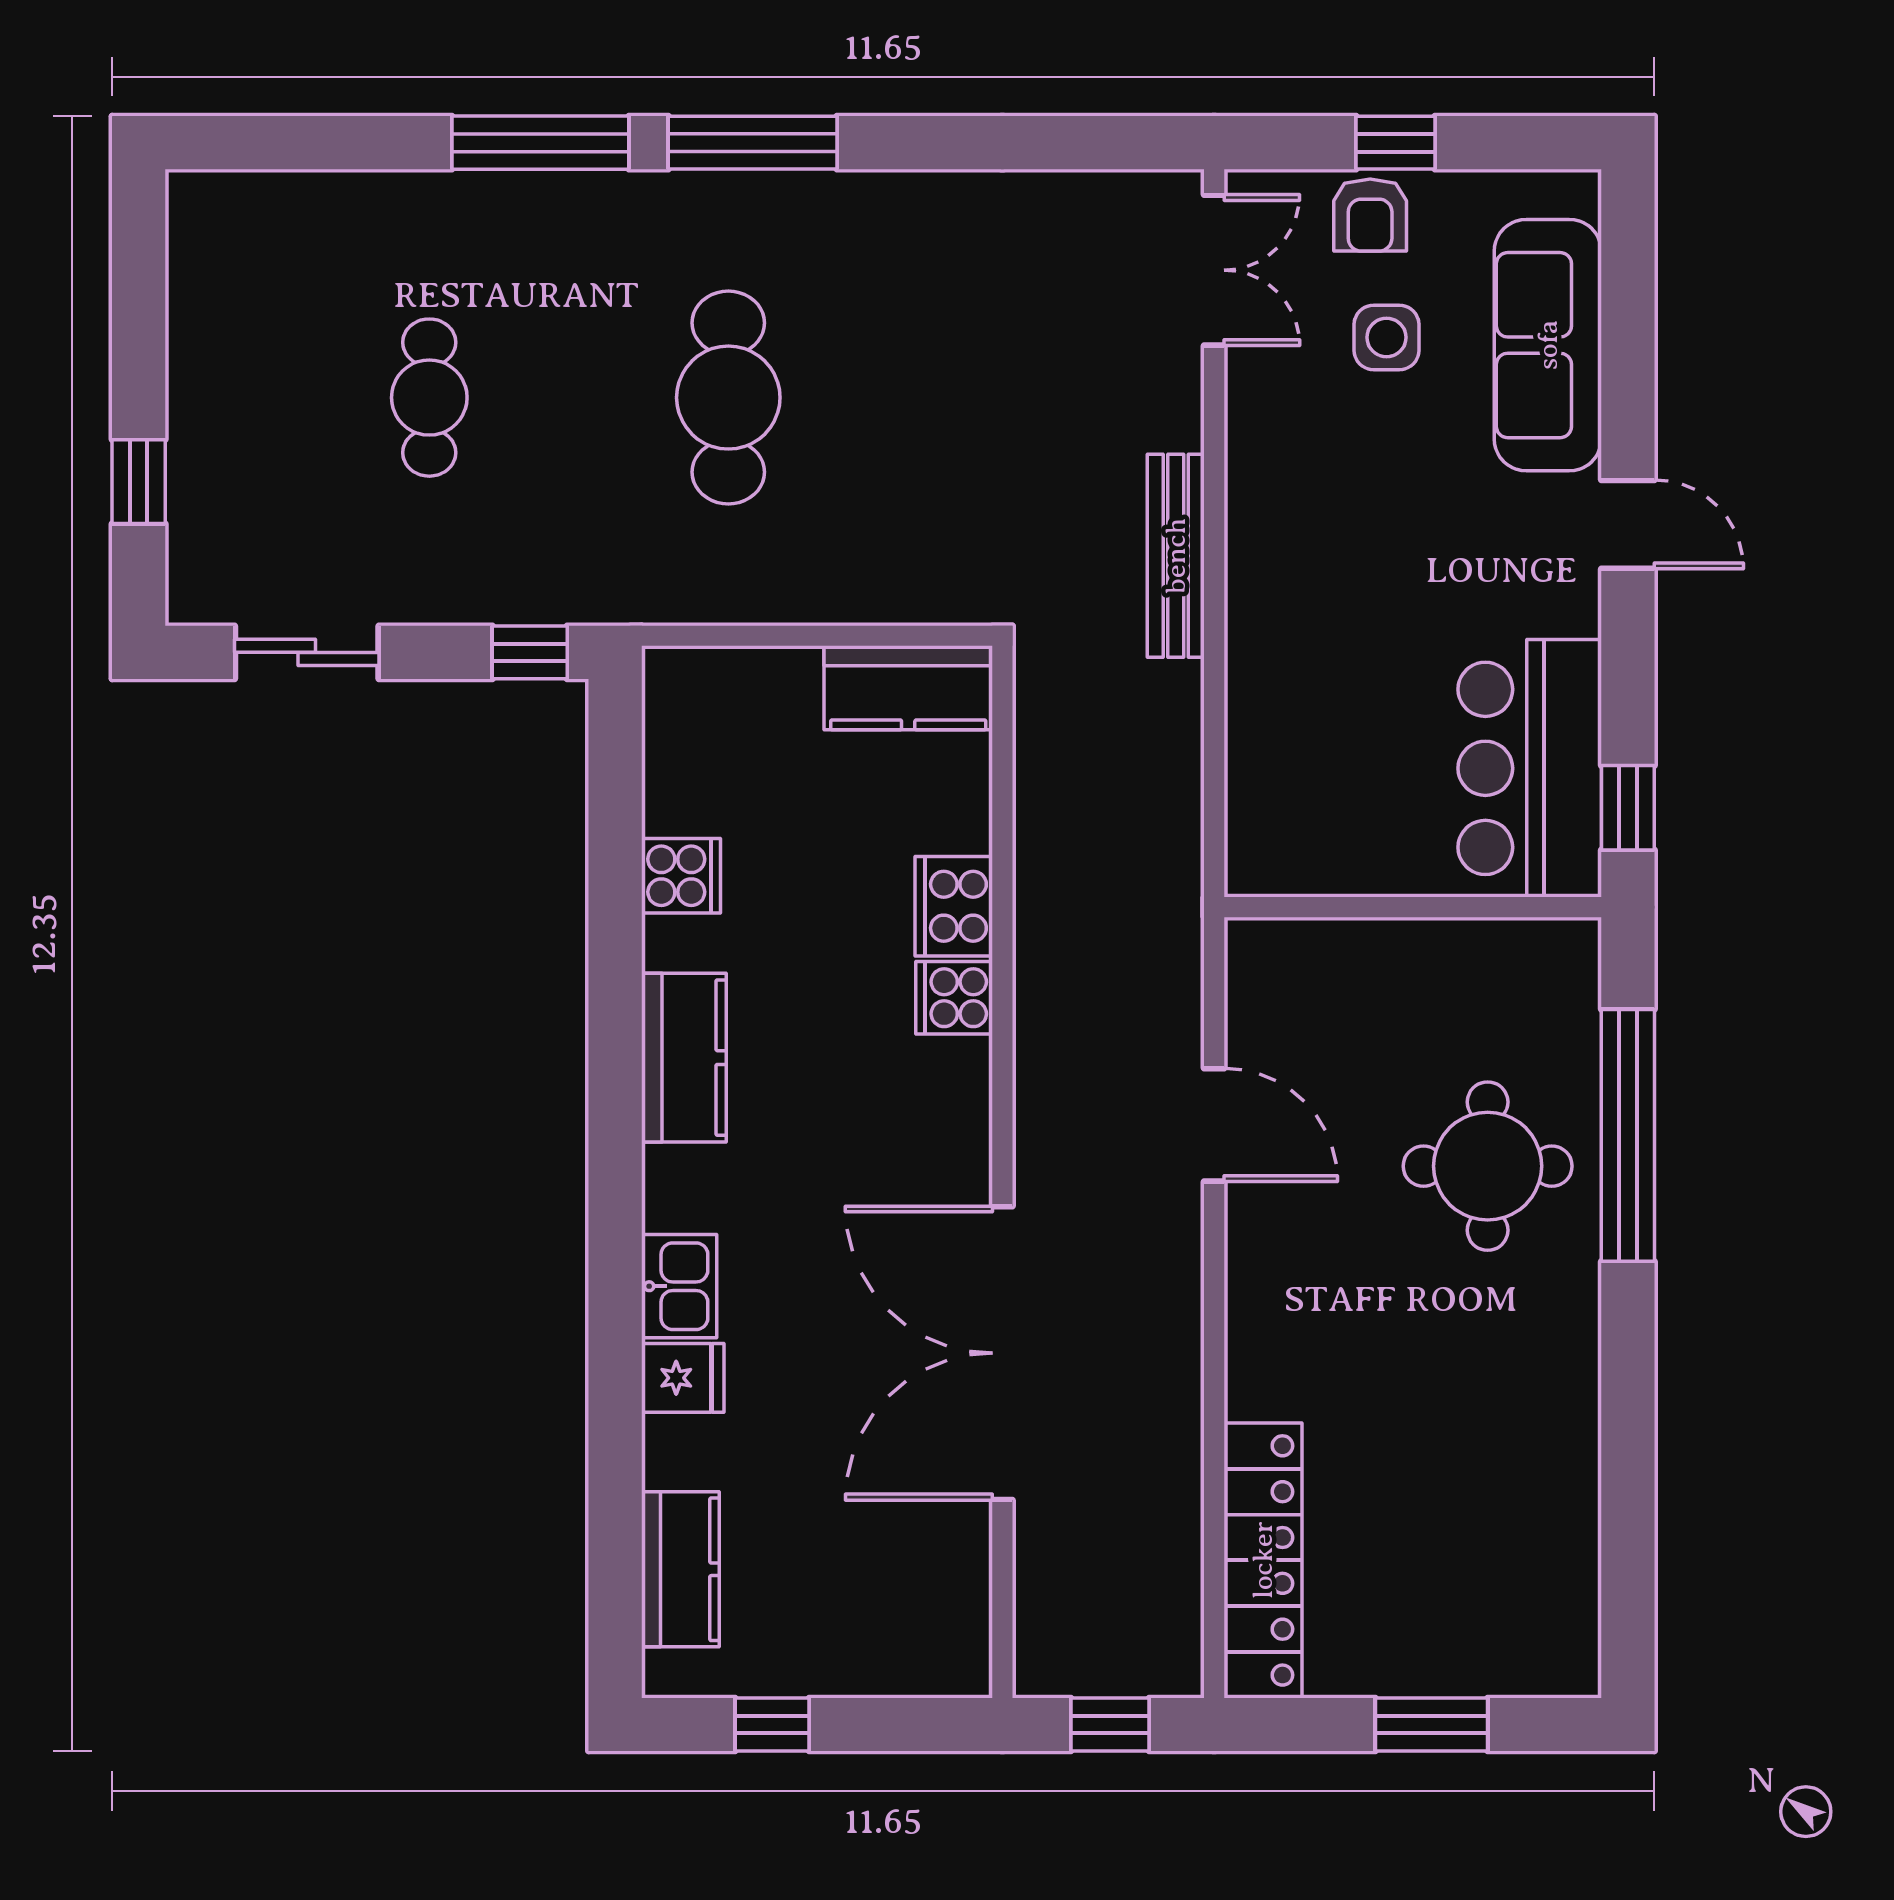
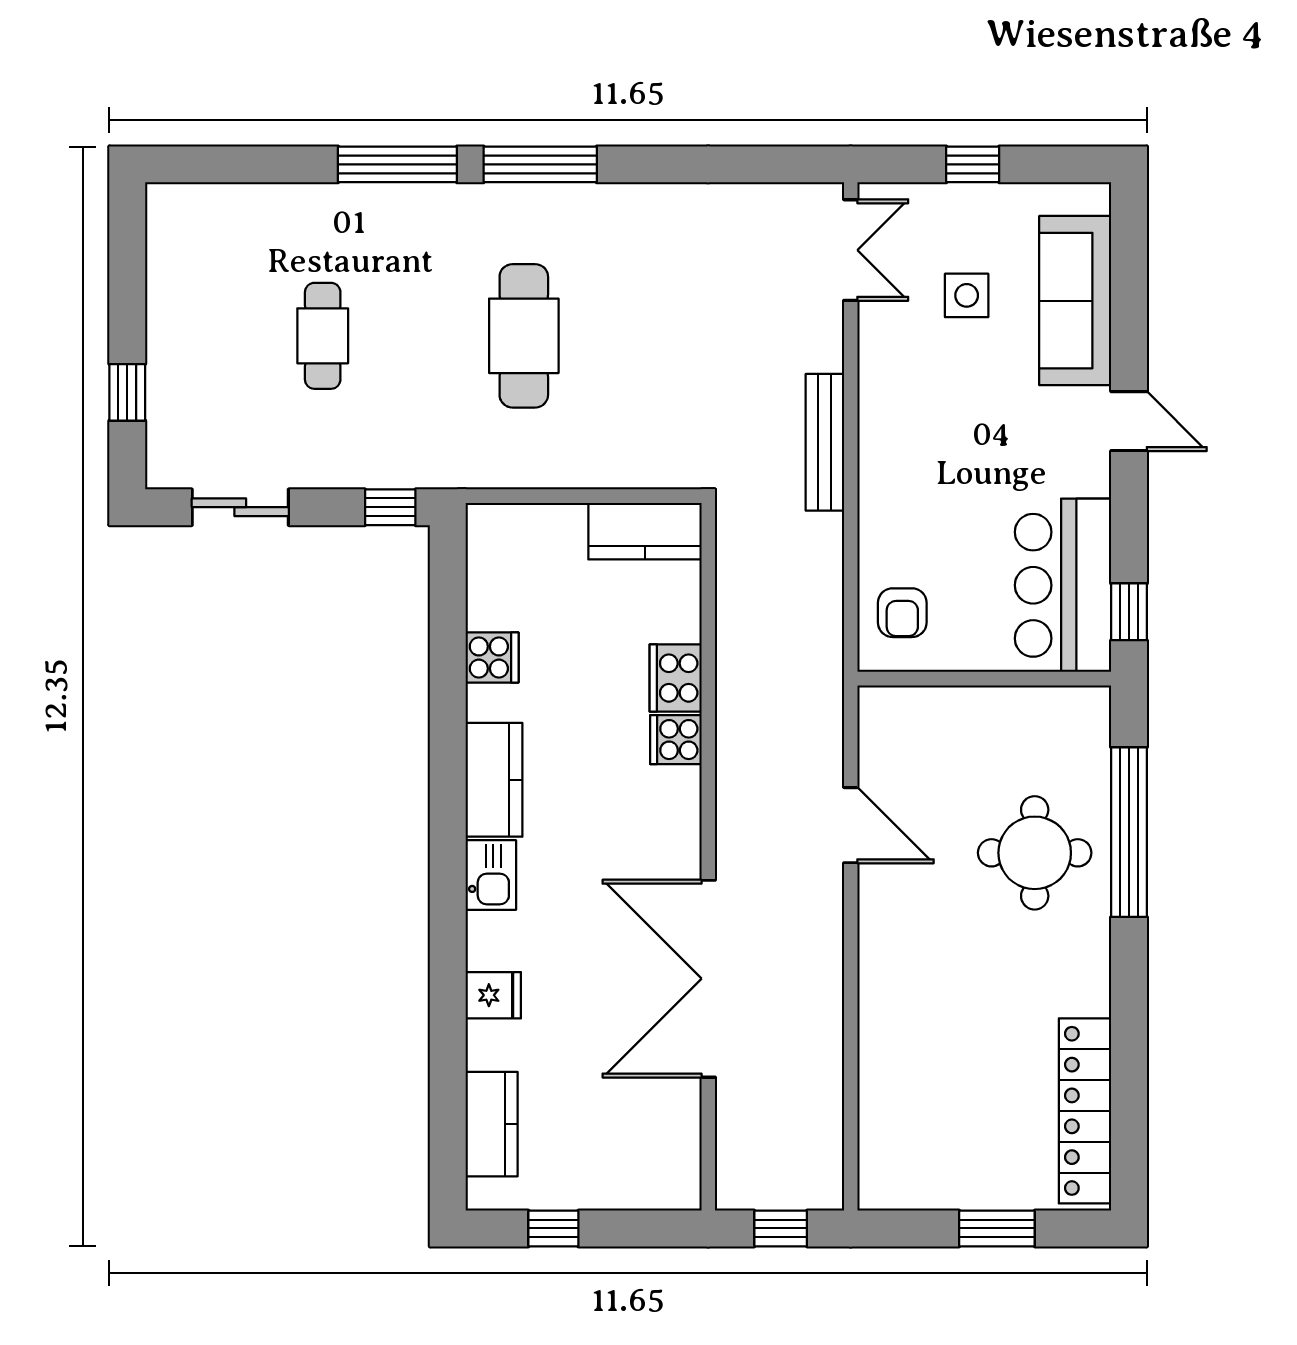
armchair: (1370, 215) -> (902, 613), moved
kitchen sink: (679, 1286) -> (491, 875), moved
locker: (1263, 1560) -> (1085, 1111), moved, turned 180

